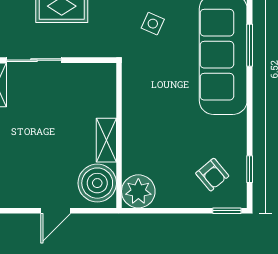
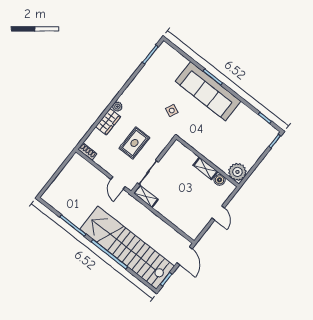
armchair: (212, 175) -> (255, 135), removed
boiler: (97, 183) -> (220, 180), width x0.54, depth x0.54

